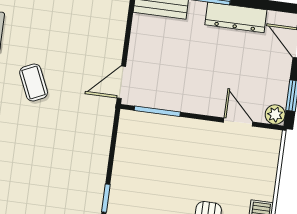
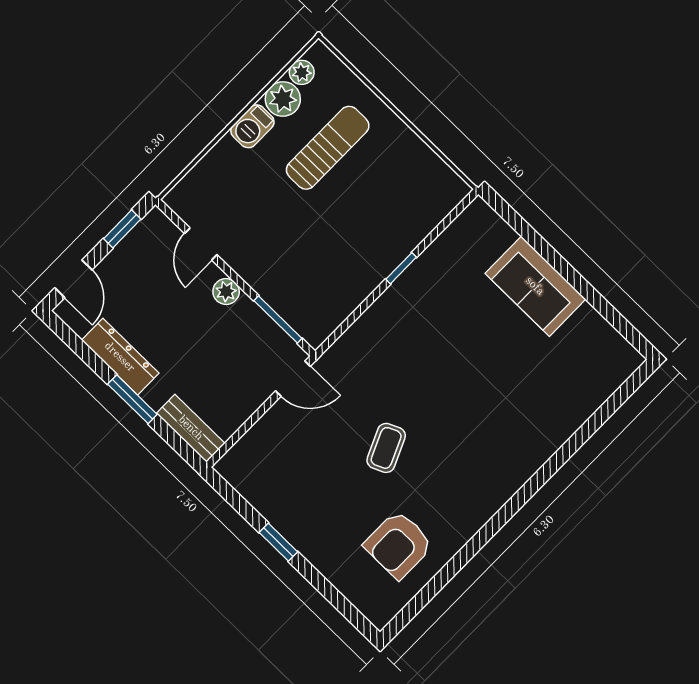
plant: (275, 115) -> (226, 292), moved

